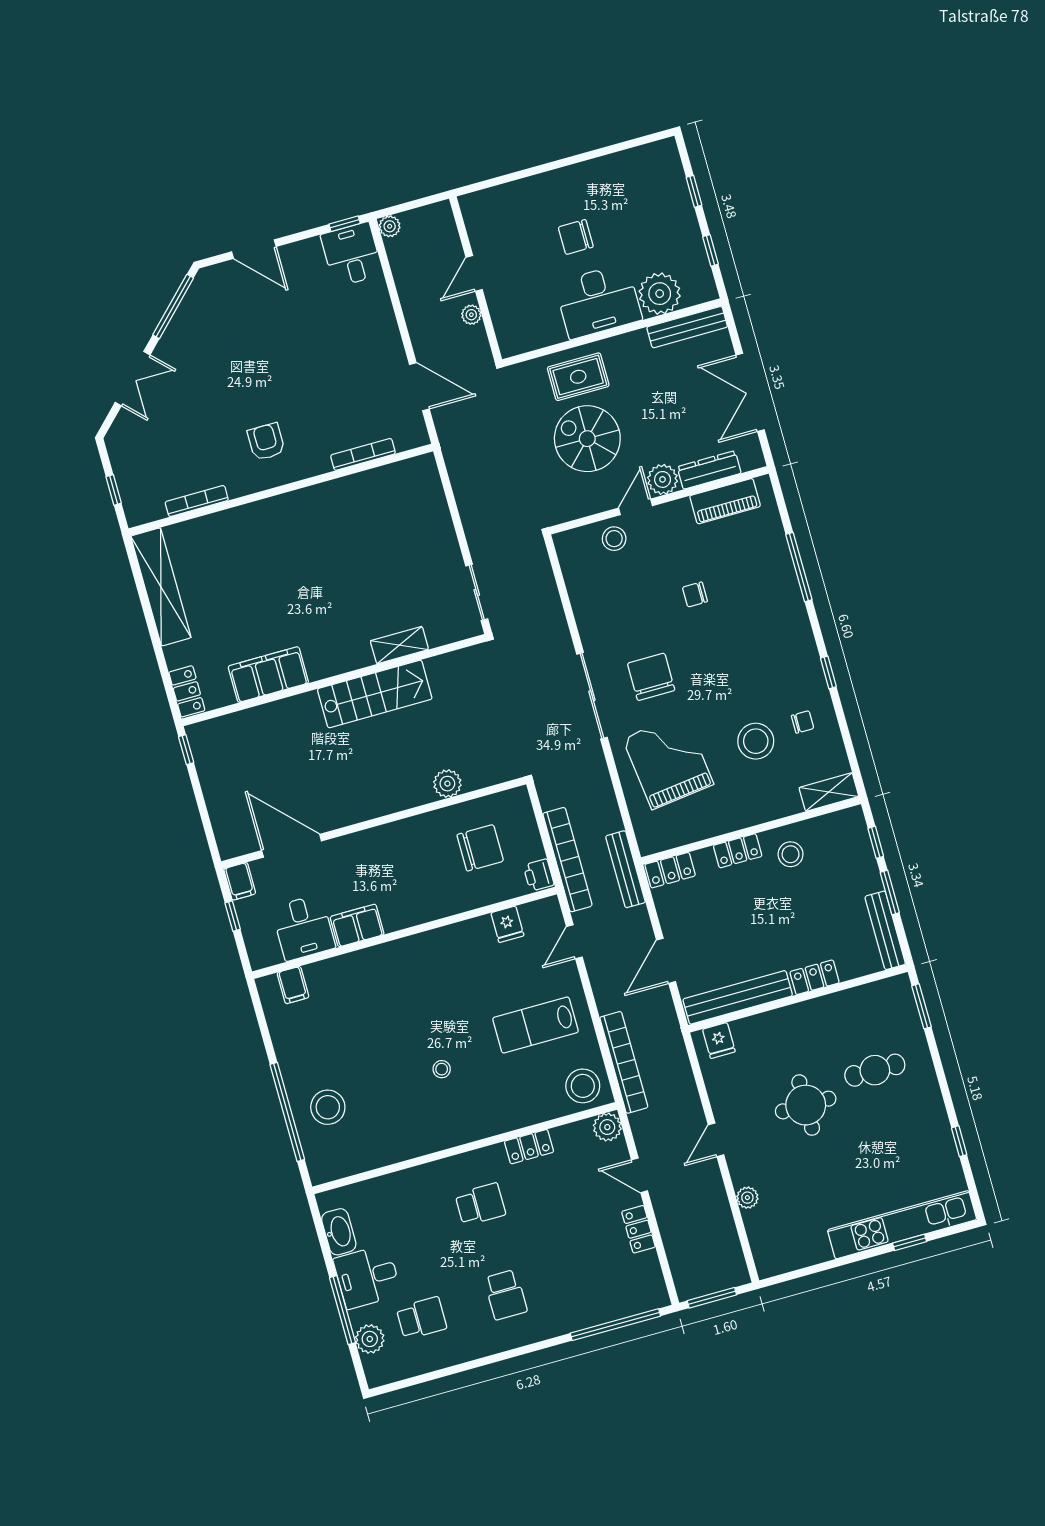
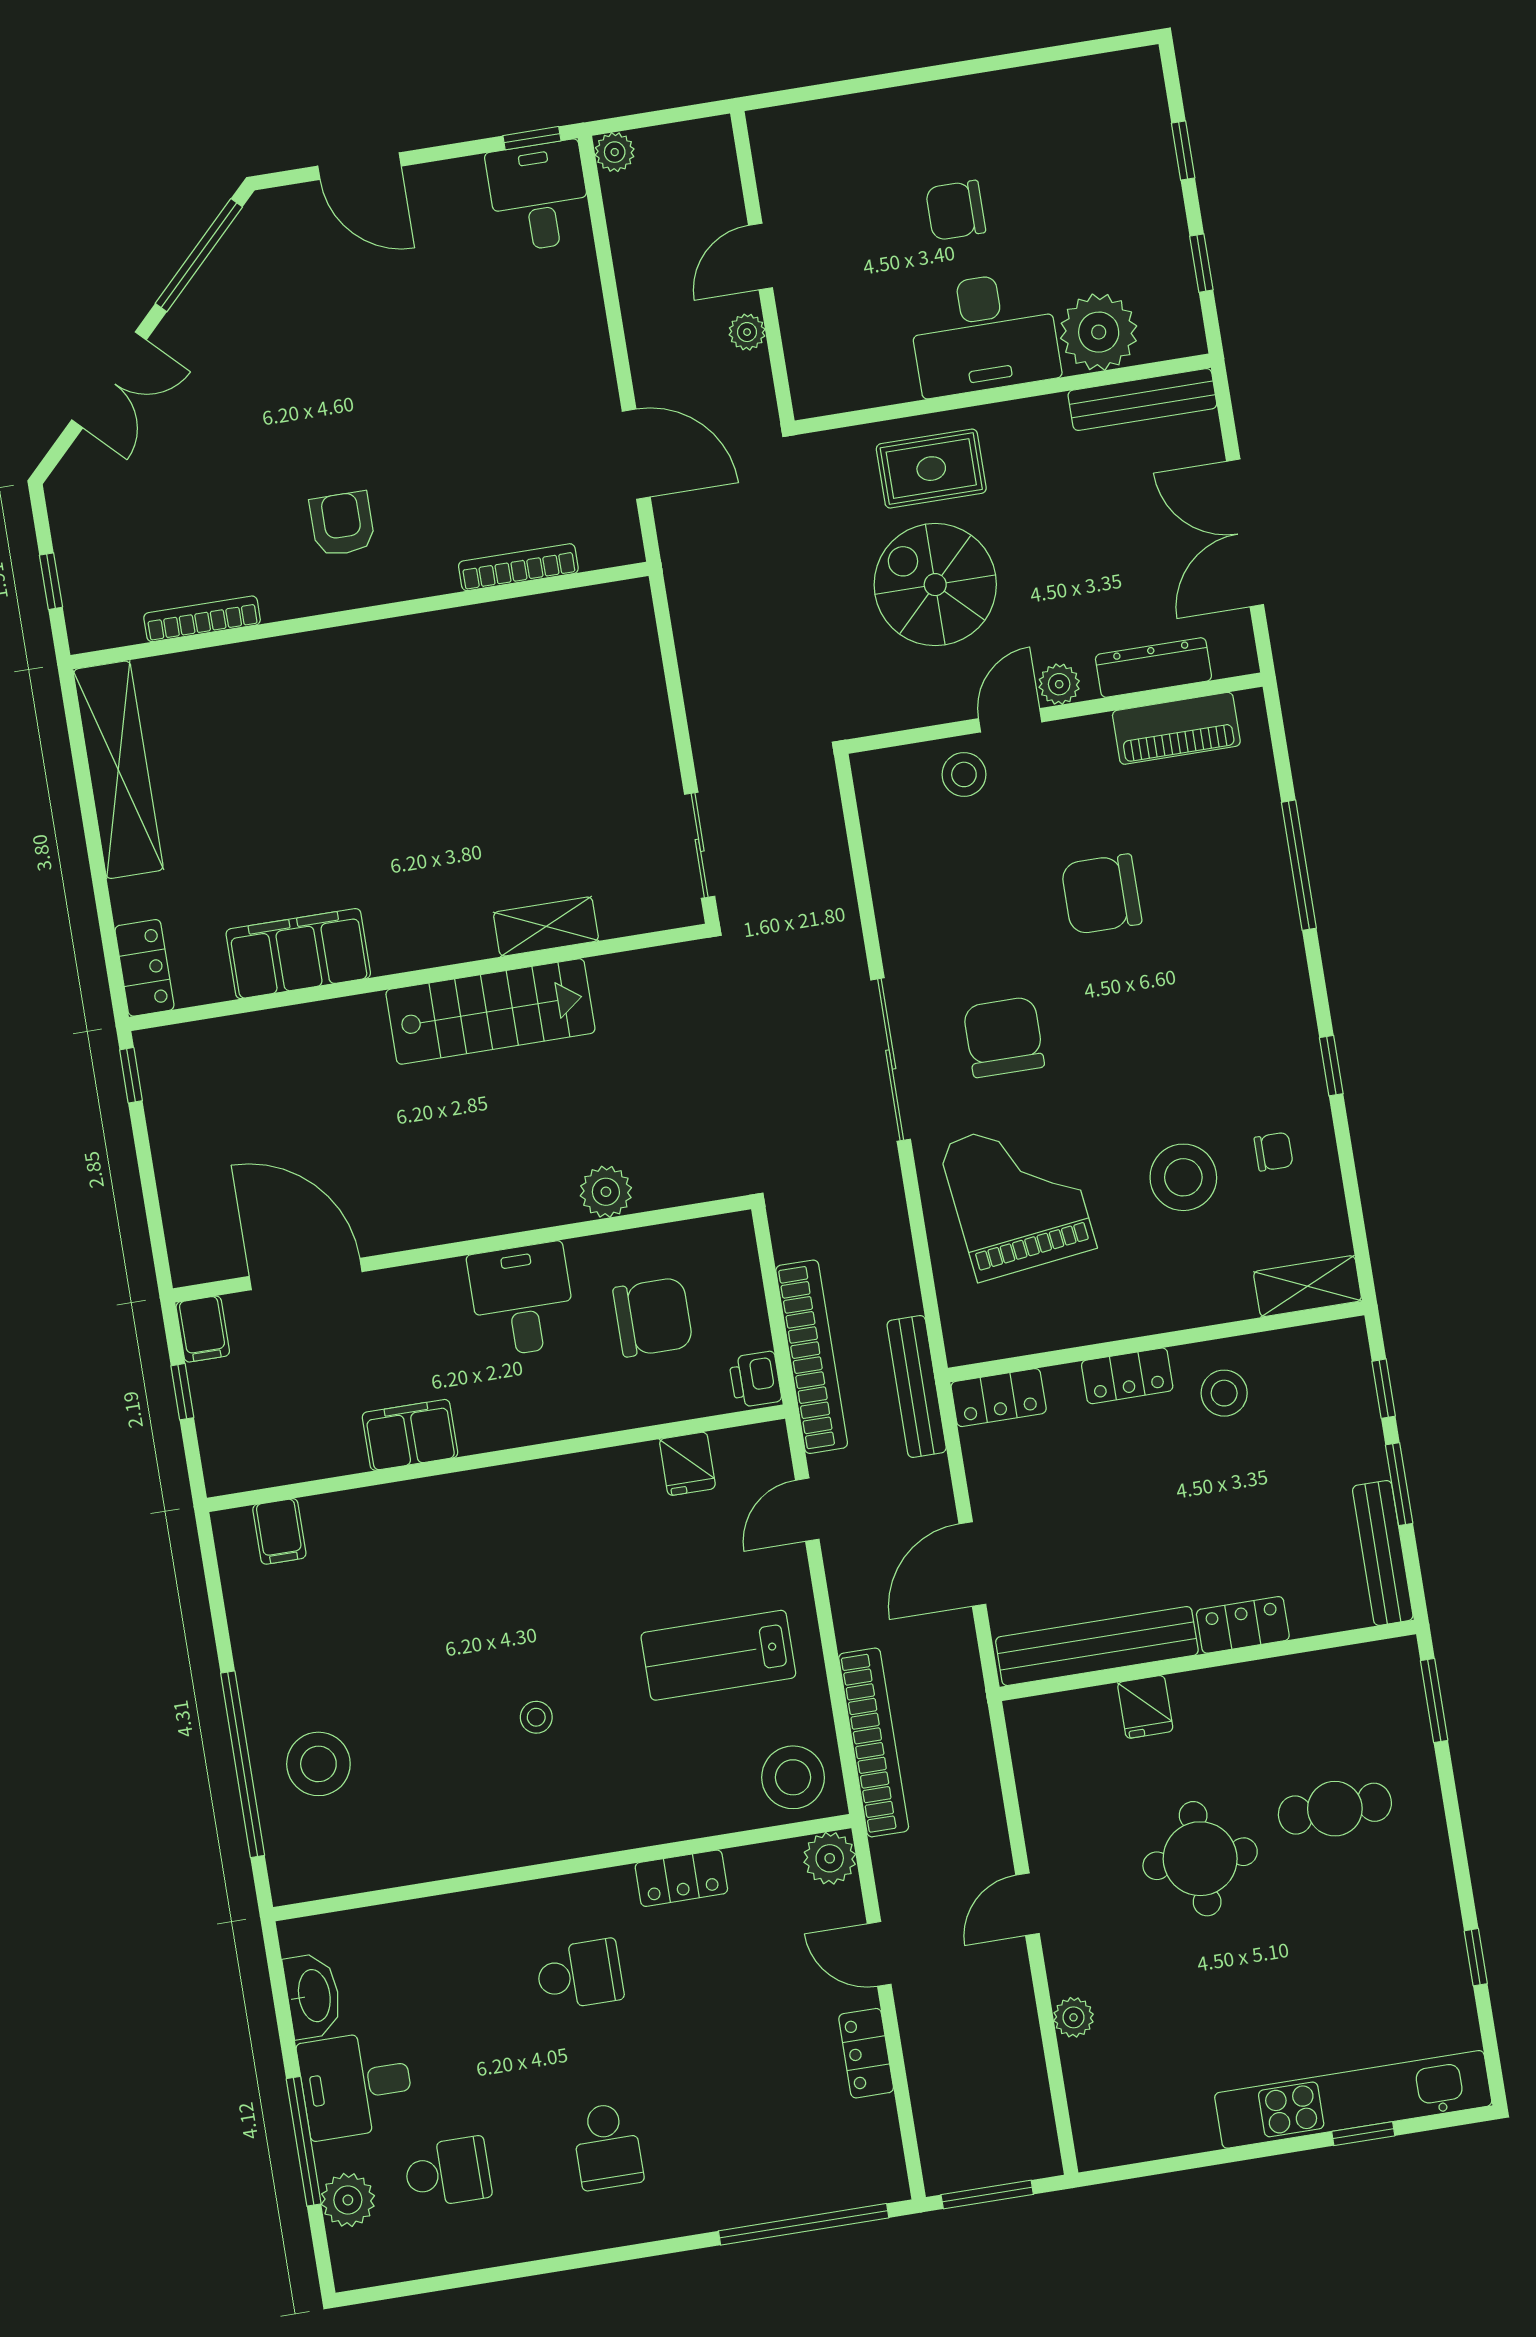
plant: (663, 479) -> (1059, 684), width x0.73, depth x0.73
chair: (695, 594) -> (1101, 894), width x1.87, depth x1.87
desk: (303, 928) -> (522, 1300), moved, turned 180
fridge: (719, 1041) -> (1145, 1707), moved

